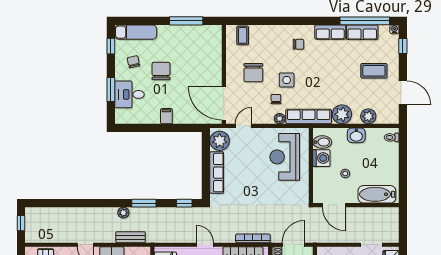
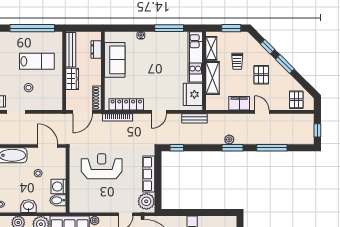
reception desk: (285, 157) -> (102, 166), moved, turned -90
window: (74, 203) -> (272, 148), added
window: (144, 203) -> (232, 148), moved
bench: (131, 237) -> (194, 118), moved
door: (205, 245) -> (159, 112), hinge flipped

